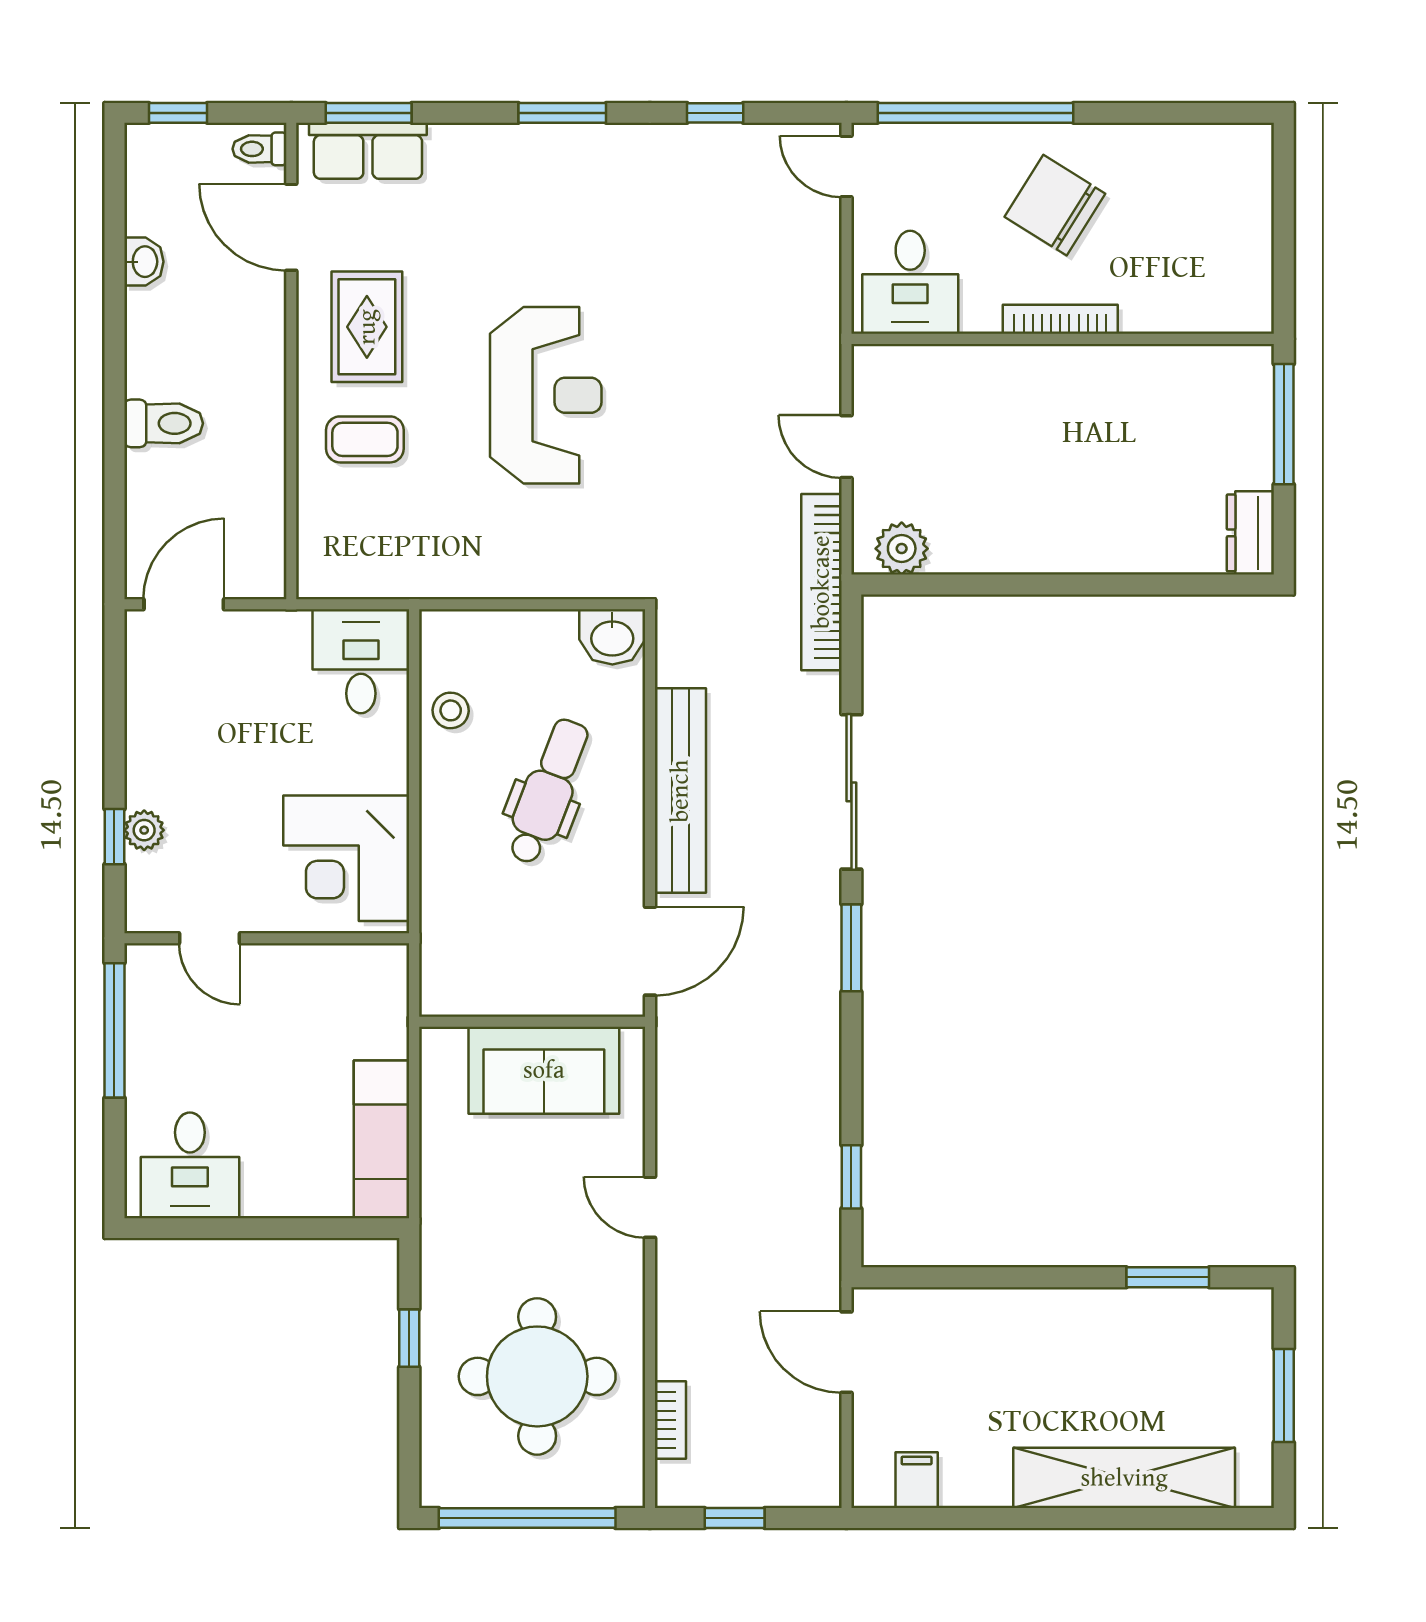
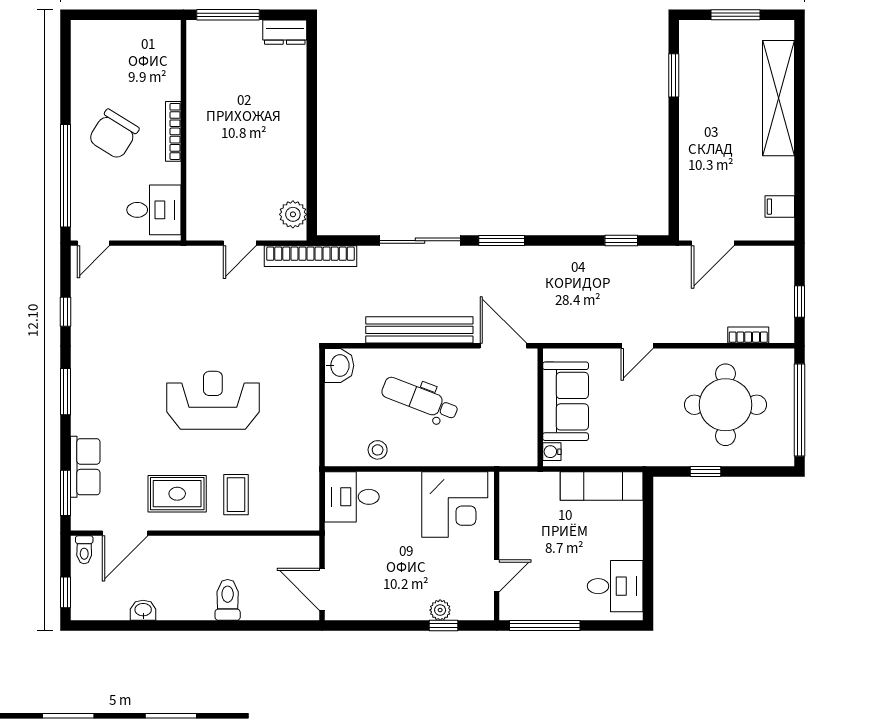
row of seats: (368, 151) -> (85, 467), moved
water cooler: (447, 1044) -> (552, 452), added

